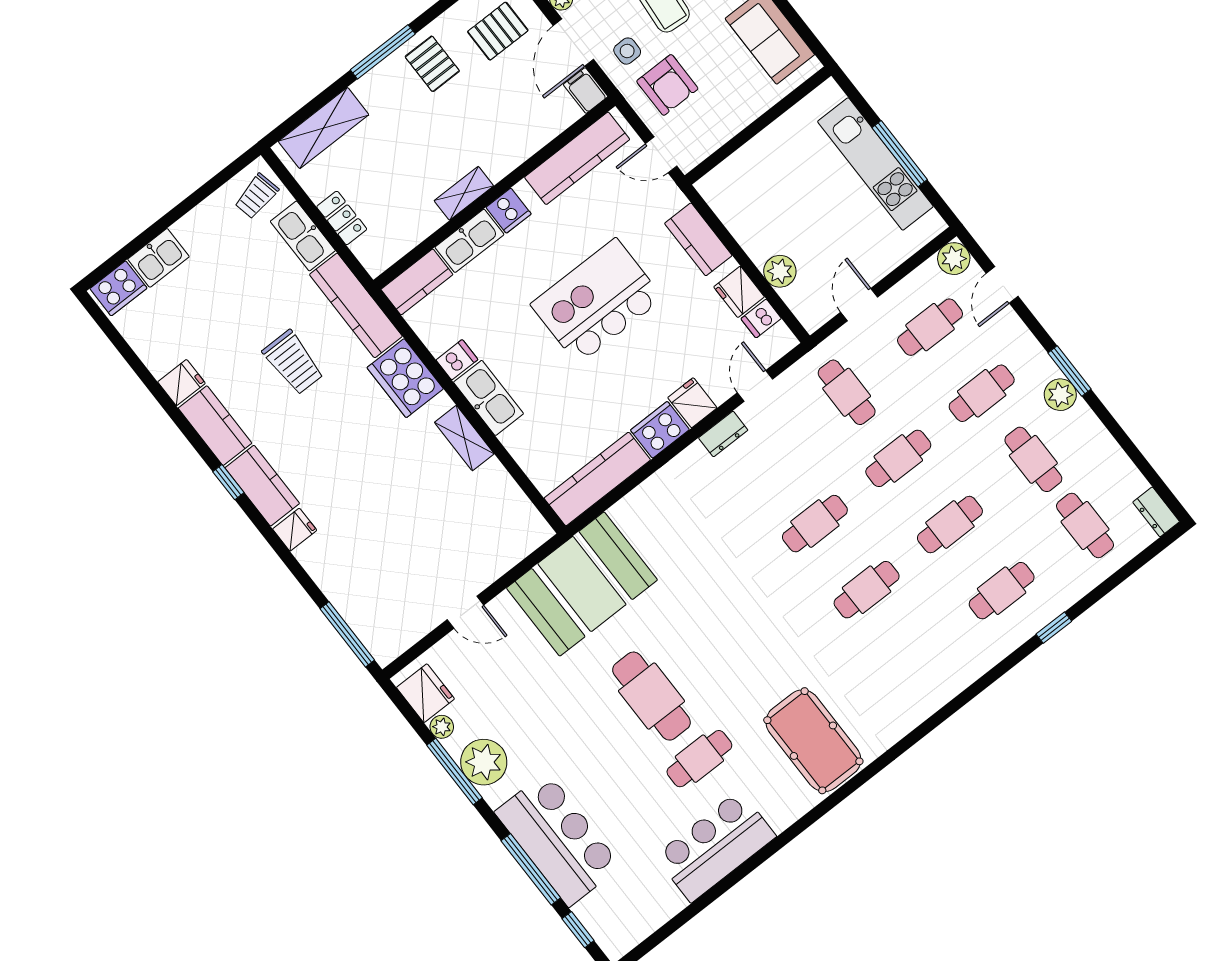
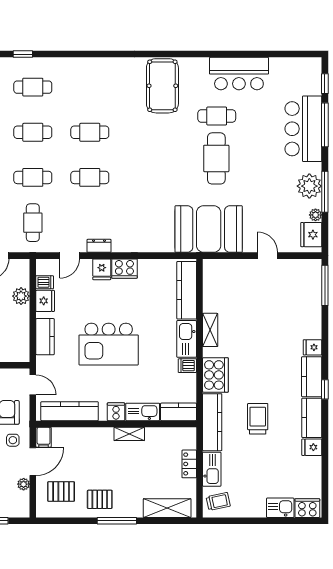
pallet: (432, 64) -> (100, 499), turned 90
kitchen counter: (597, 479) -> (187, 290), moved, turned 90

